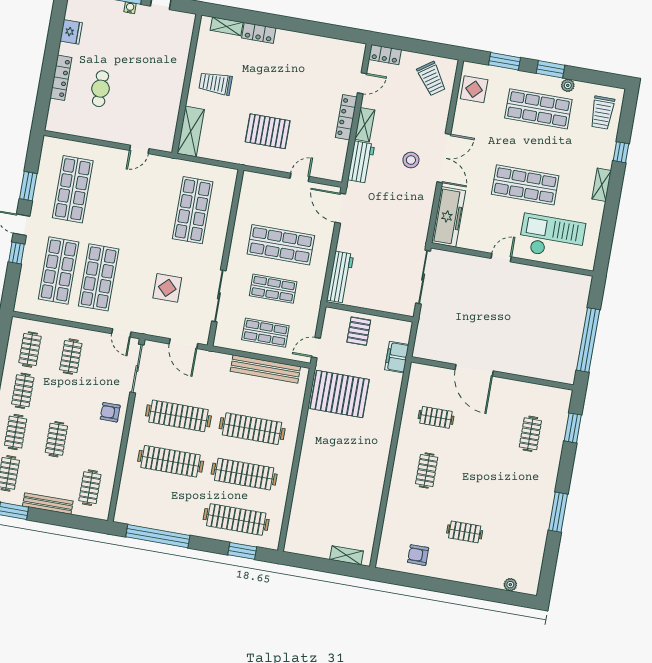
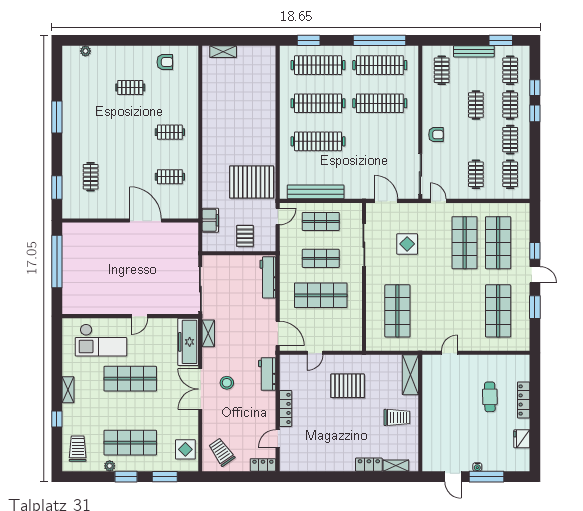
shelving: (365, 125) -> (208, 333), moved
clothes rail: (178, 416) -> (380, 65), moved
clothes rail: (427, 470) -> (170, 132), turned 90

